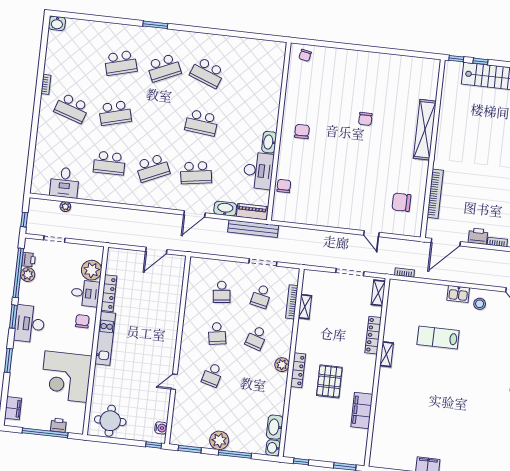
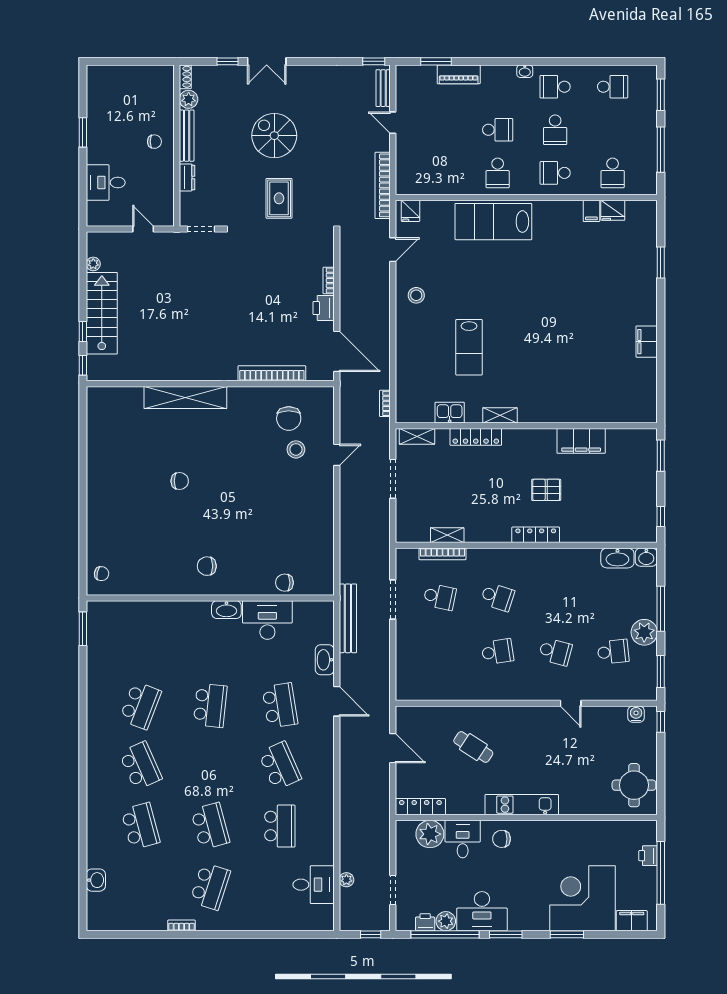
washbasin: (57, 23) -> (96, 880), moved
window: (155, 25) -> (83, 629), moved
stool: (379, 205) -> (296, 449), added
piano: (252, 212) -> (325, 622), removed
school desk: (222, 292) -> (613, 652), moved
locker: (109, 293) -> (420, 807), moved
kitchen sink: (458, 294) -> (450, 413), moved, turned -90
cafe table: (151, 308) -> (473, 747), added
desk: (29, 324) -> (482, 911), moved
plant: (282, 365) -> (530, 558), removed
corner desk: (66, 377) -> (582, 898), moved, turned 180
pallet: (329, 381) -> (546, 490), width x0.67, depth x0.71

